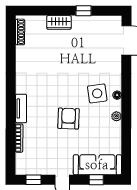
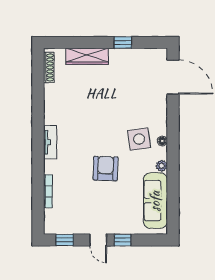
wardrobe: (59, 22) -> (87, 56), width x1.50
tv unit: (21, 108) -> (50, 142), moved
sofa: (97, 165) -> (155, 201), moved, turned -90
window: (96, 180) -> (123, 240), moved

